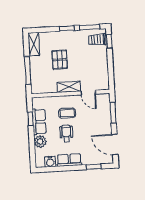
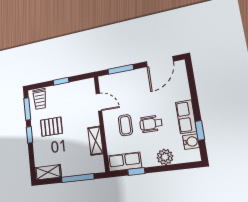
window: (109, 41) -> (61, 81), moved
pallet: (60, 60) -> (51, 127), moved
shelving: (69, 87) -> (95, 141), moved
door: (88, 93) -> (99, 102), hinge flipped
row of seats: (39, 122) -> (124, 162), moved
window: (94, 167) -> (200, 130), moved

